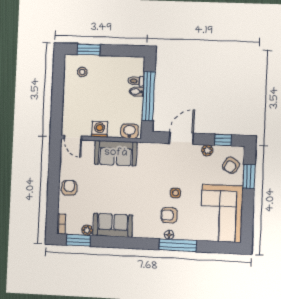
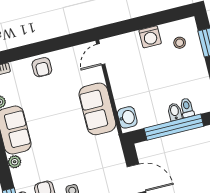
washing machine: (100, 129) -> (150, 37), moved, turned 90
armchair: (69, 188) -> (42, 67), turned 90
plant: (138, 232) -> (15, 162), added

